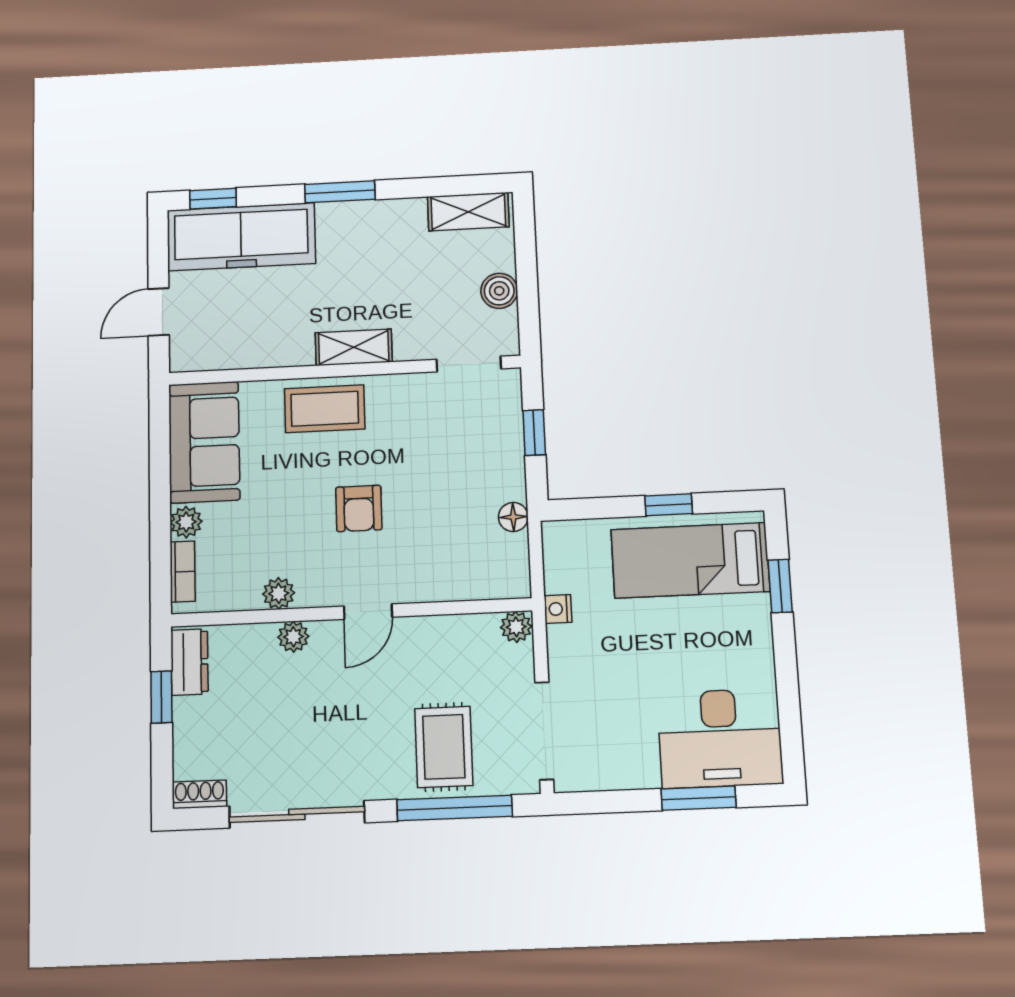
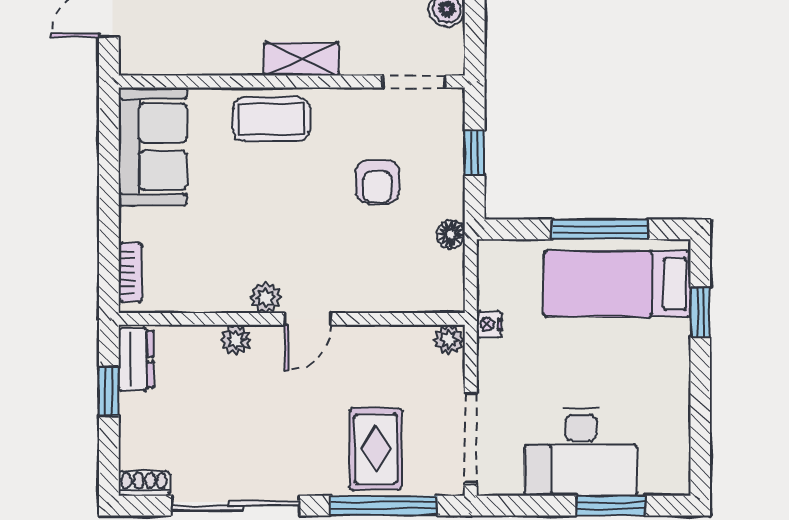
window: (669, 505) -> (600, 229), width x2.17
armchair: (359, 508) -> (377, 182), moved
plant: (186, 522) -> (134, 224), removed
plant: (279, 593) -> (266, 298), moved
desk: (720, 738) -> (581, 452), moved

